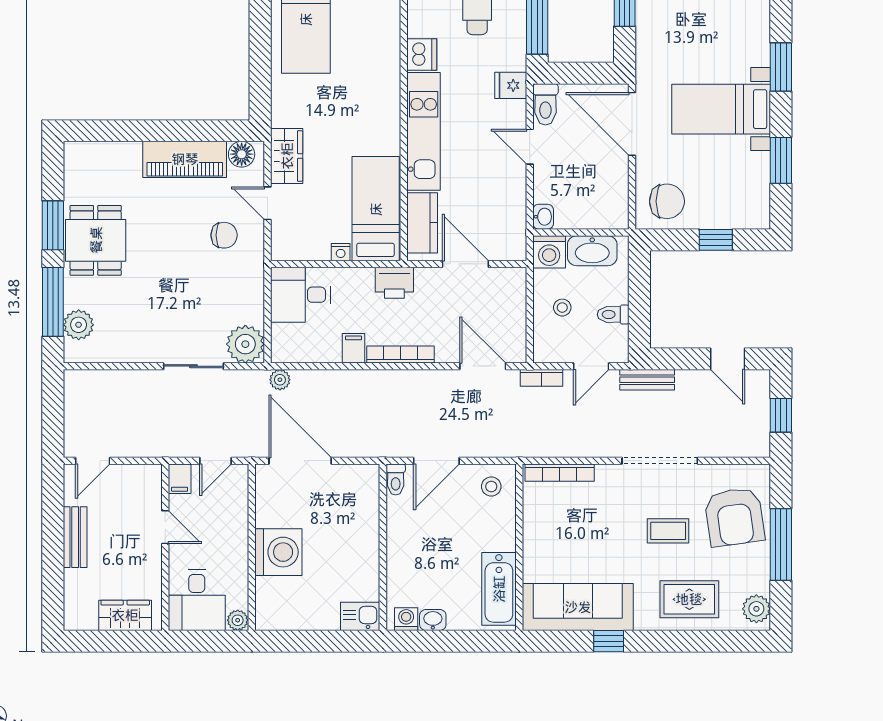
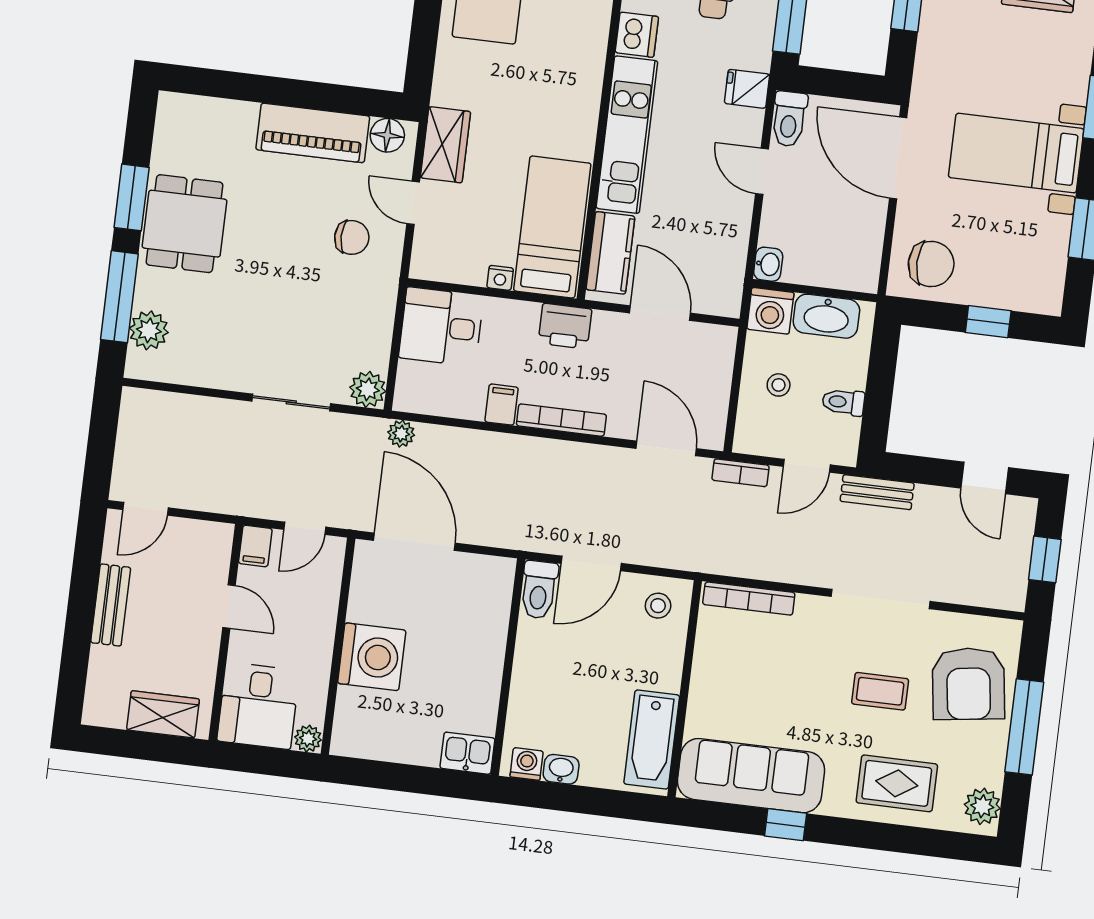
plant: (245, 344) -> (368, 389), width x0.73, depth x0.73
toilet: (396, 479) -> (539, 590), width x1.37, depth x1.39

